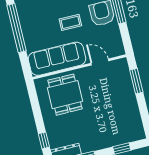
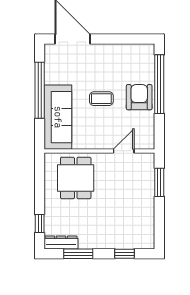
sofa: (57, 59) -> (58, 117), moved, turned 90
door: (100, 62) -> (124, 151), hinge flipped

